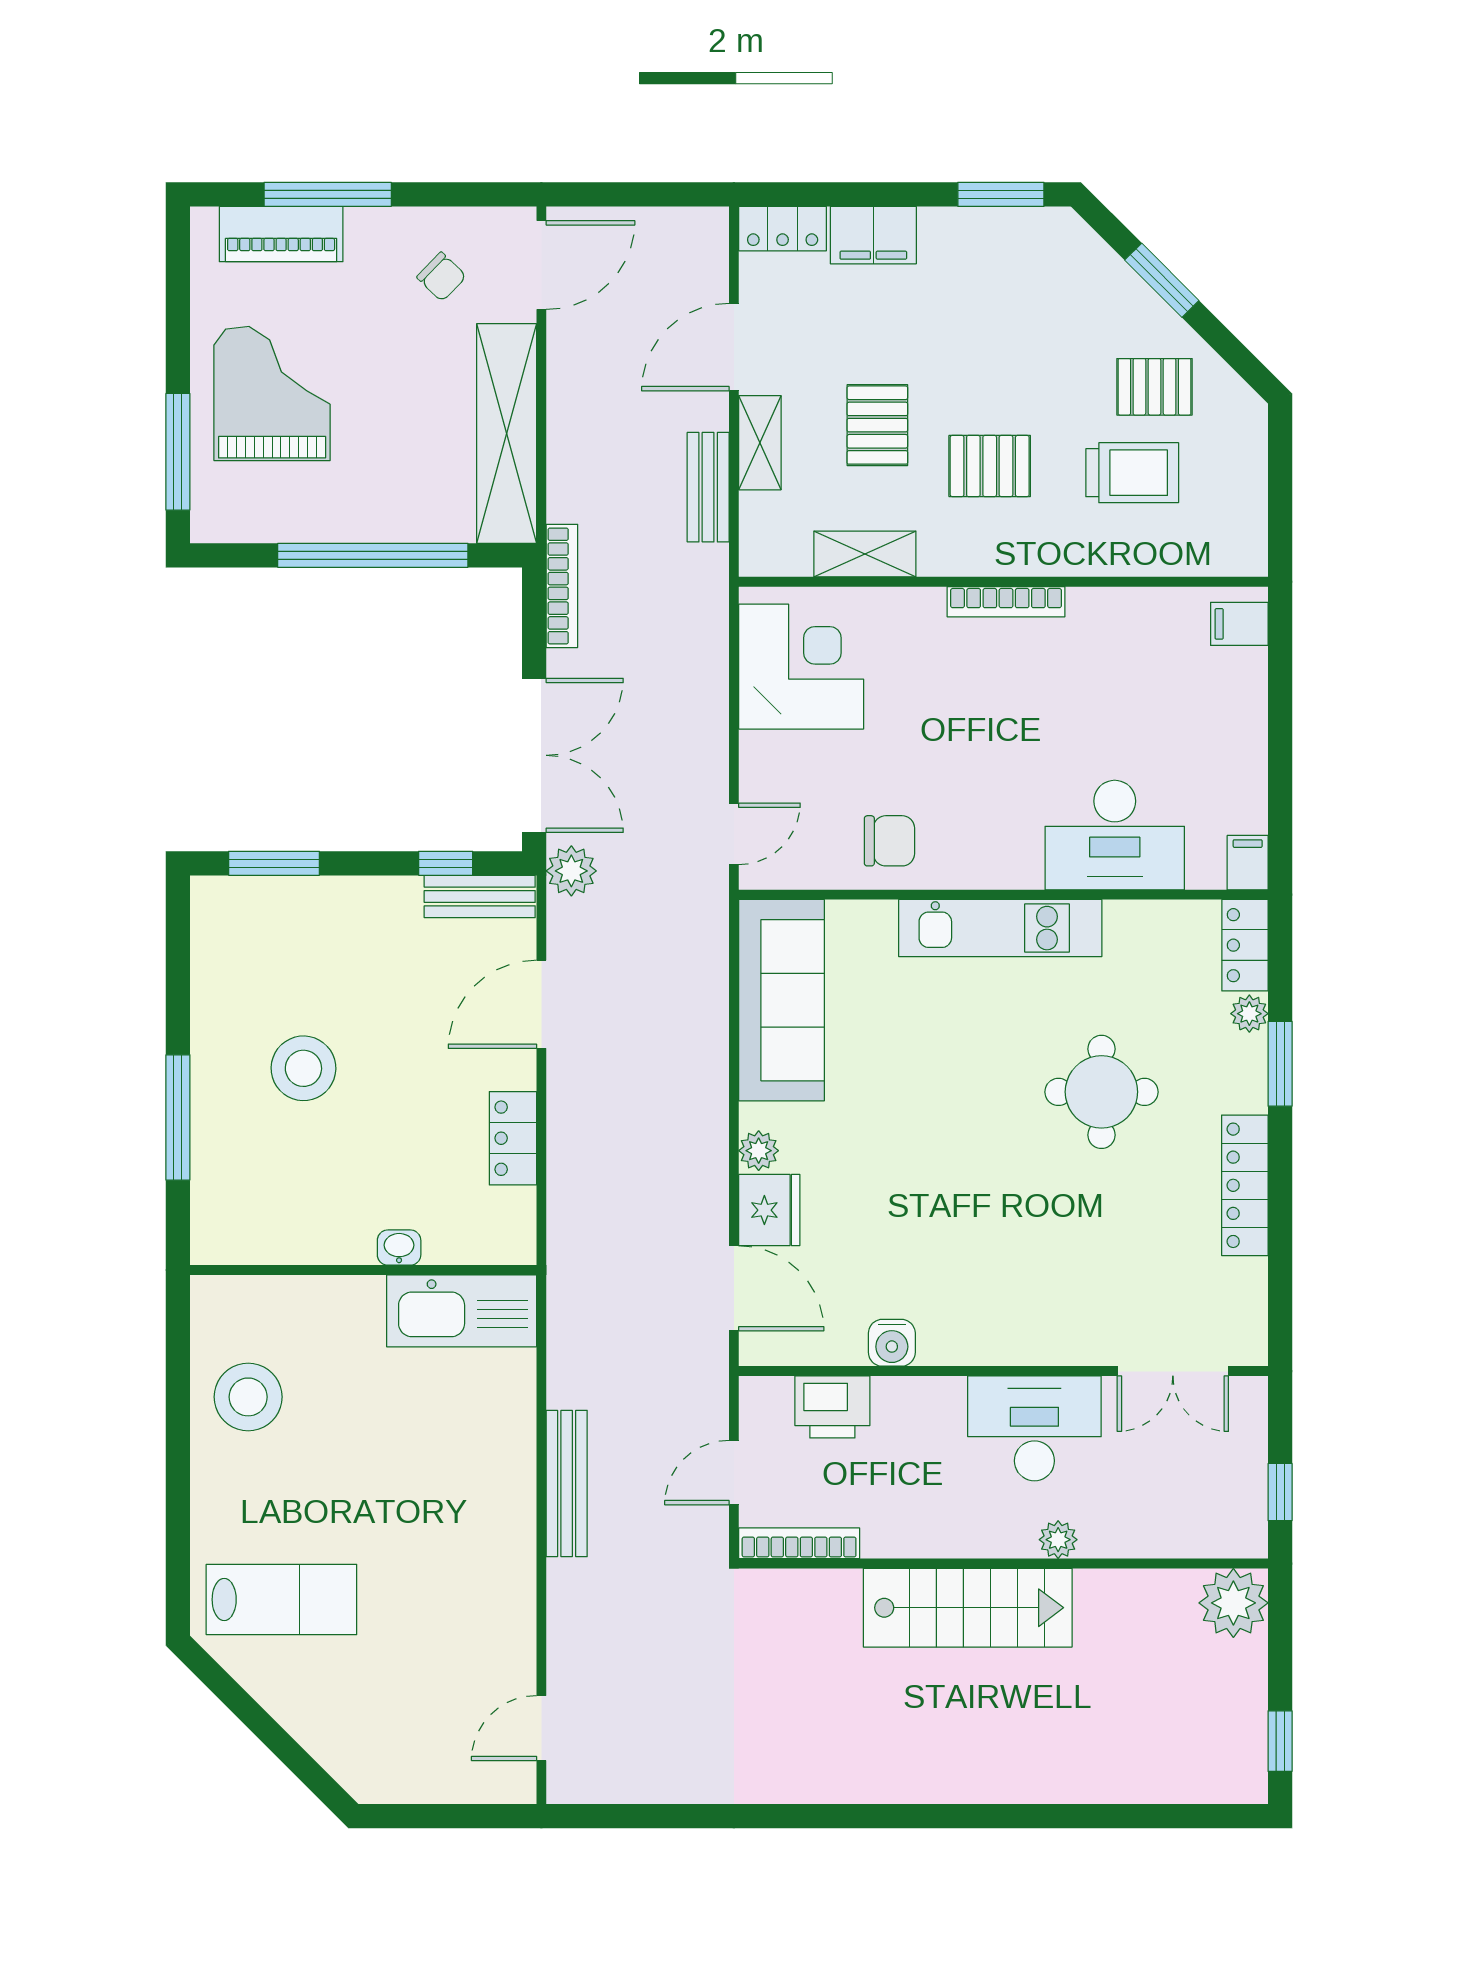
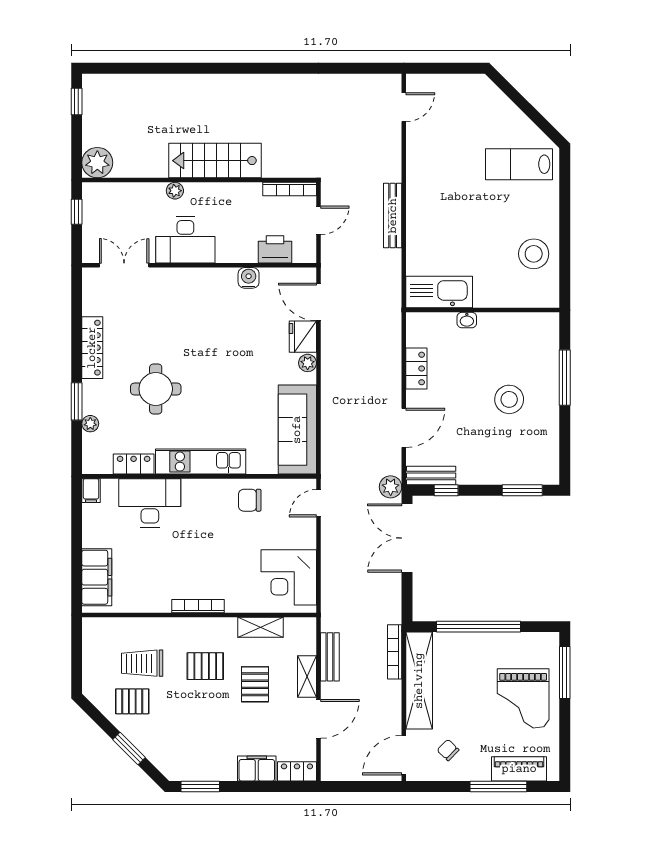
bookcase: (562, 586) -> (395, 652), moved
filing cabinet: (1239, 624) -> (97, 577), width x3.00, depth x1.17
locker: (1245, 945) -> (134, 464), moved, turned -90

